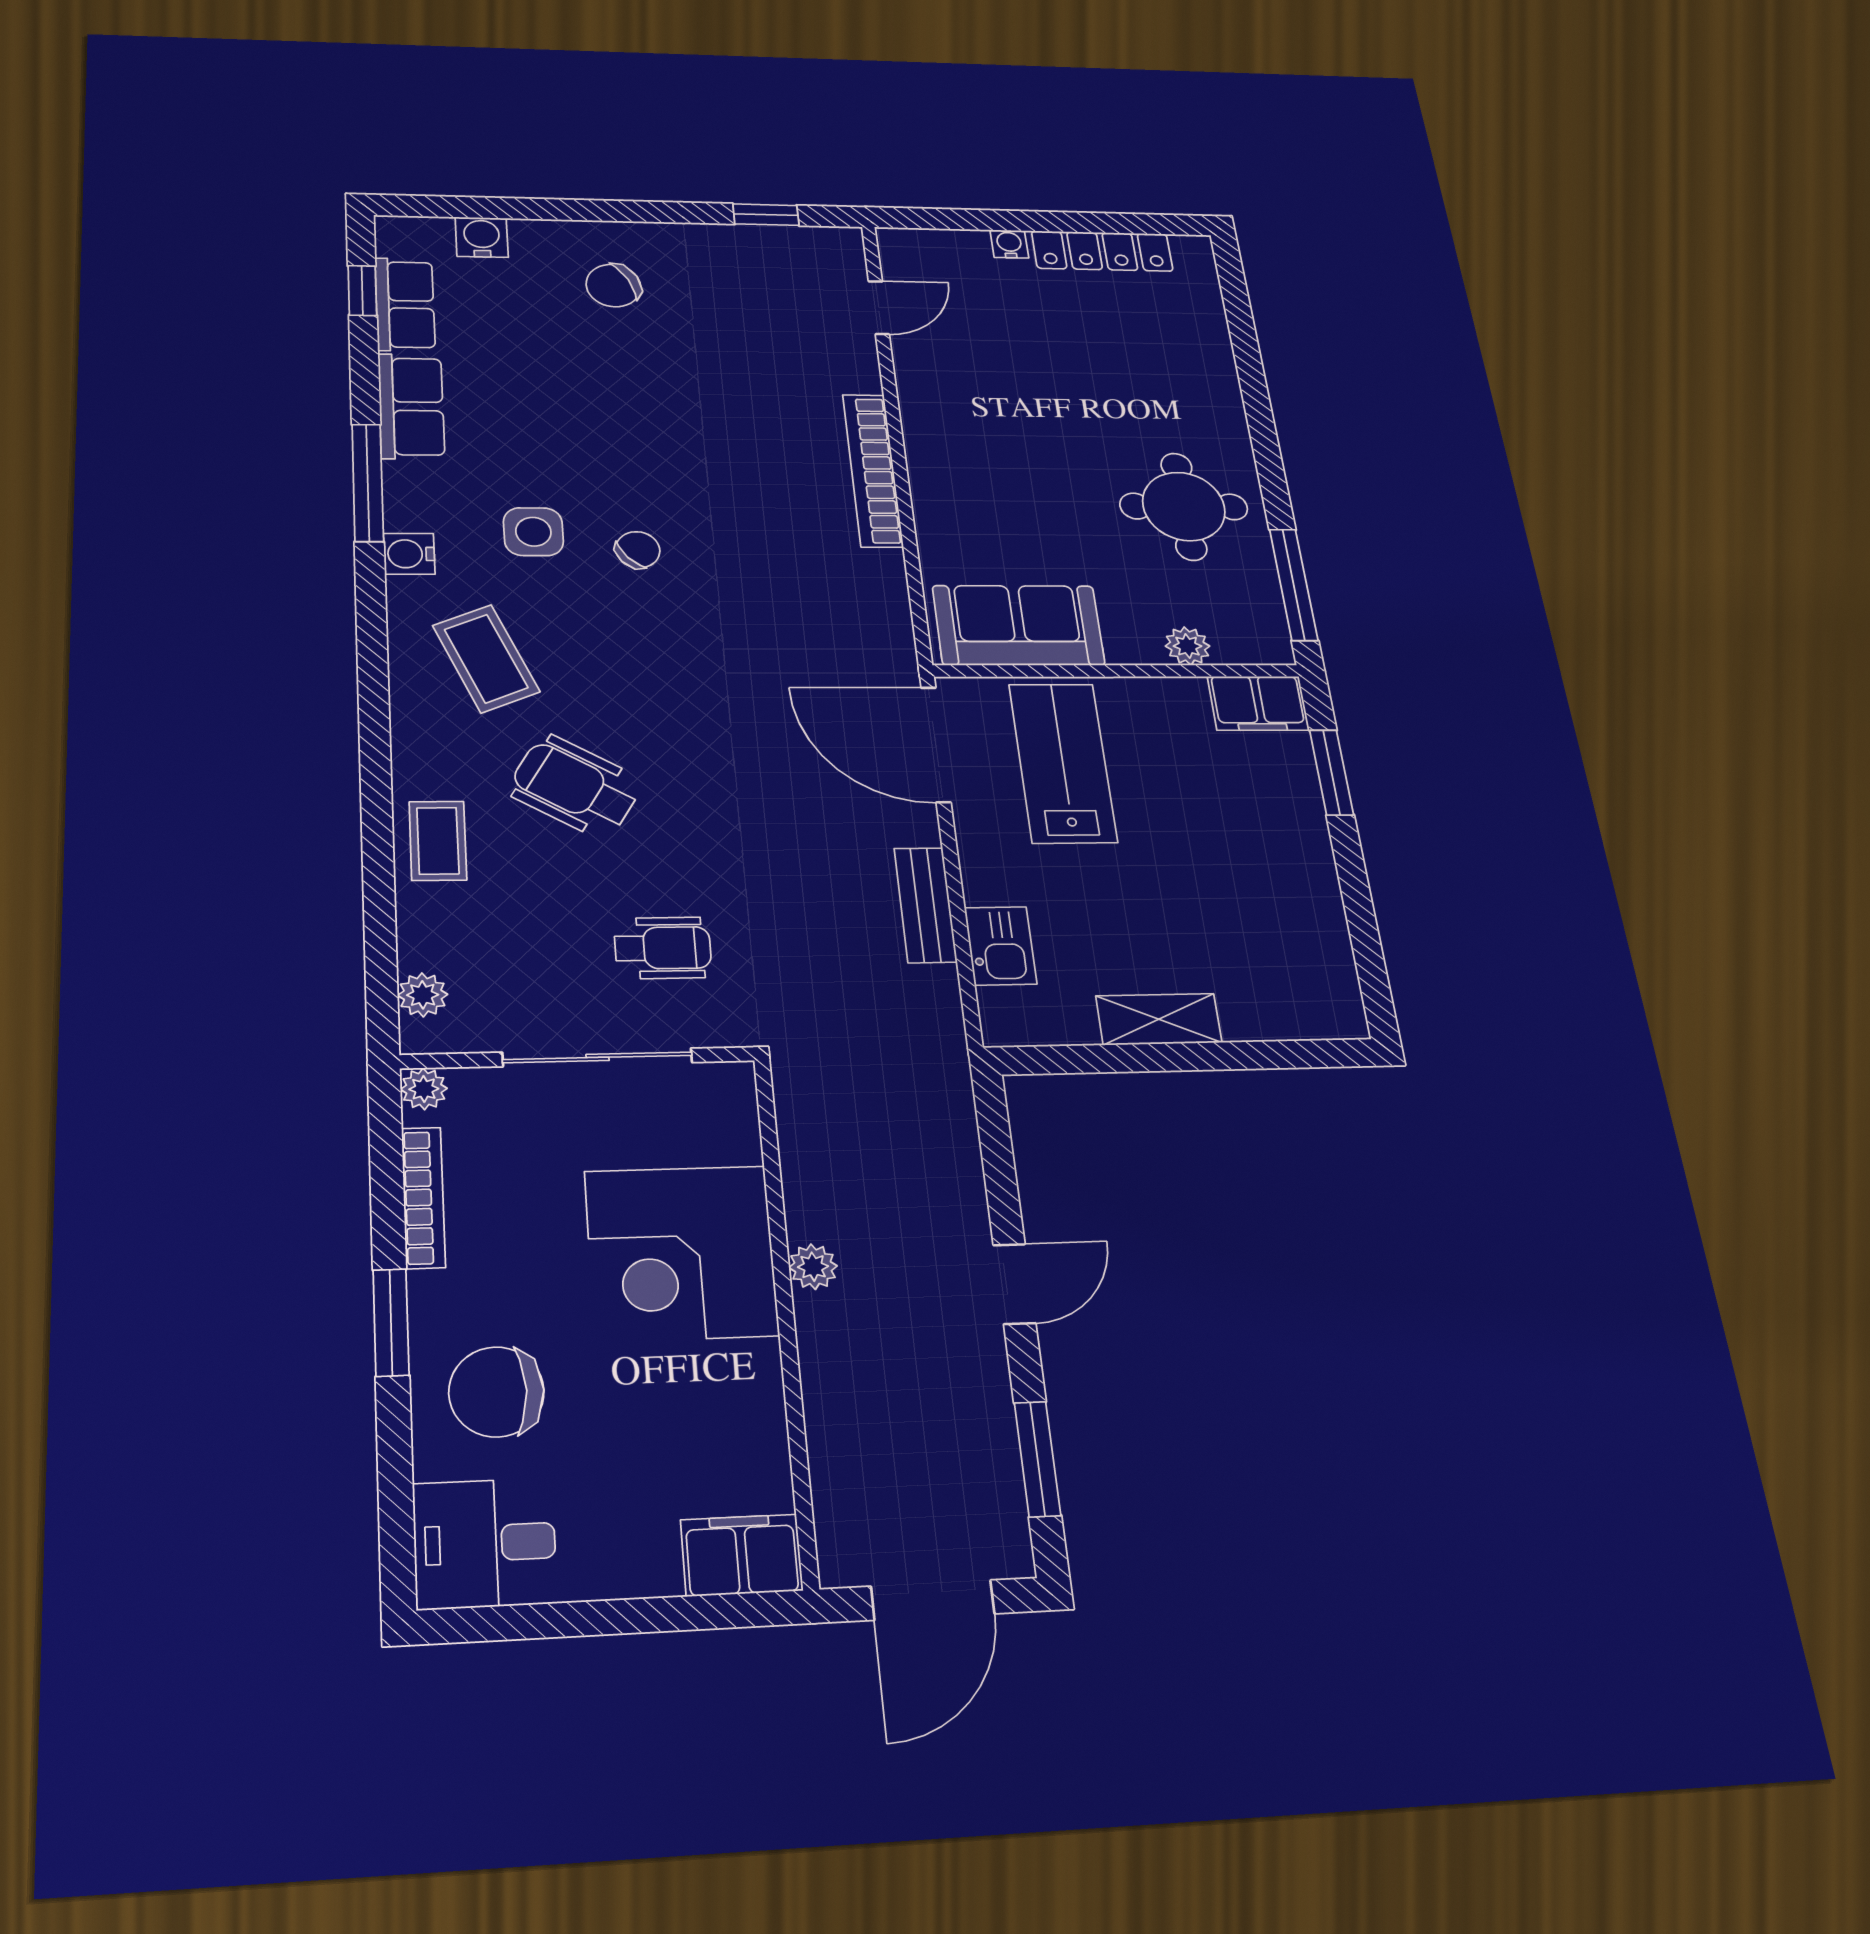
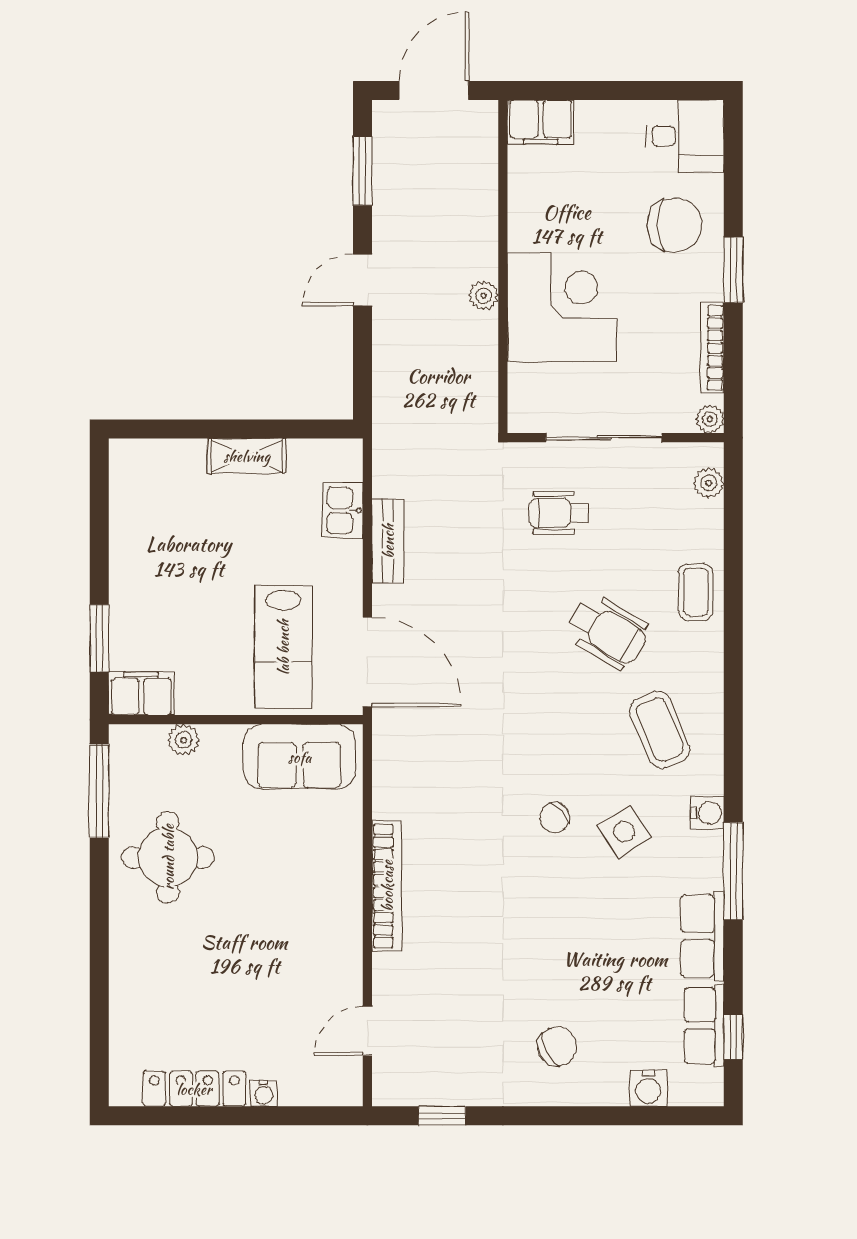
side table: (533, 532) -> (624, 832), turned -32

